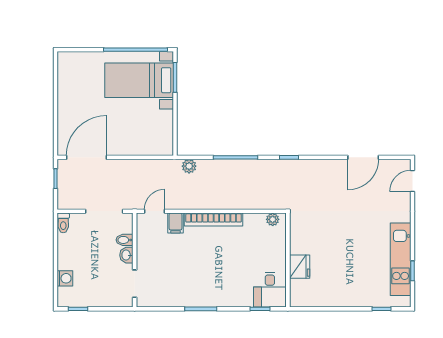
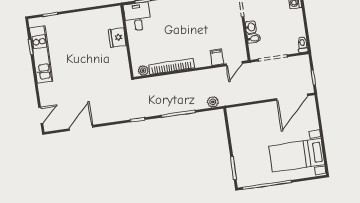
bed with nightstands: (139, 80) -> (297, 155), moved, turned 180
bookcase: (214, 220) -> (171, 66), moved

